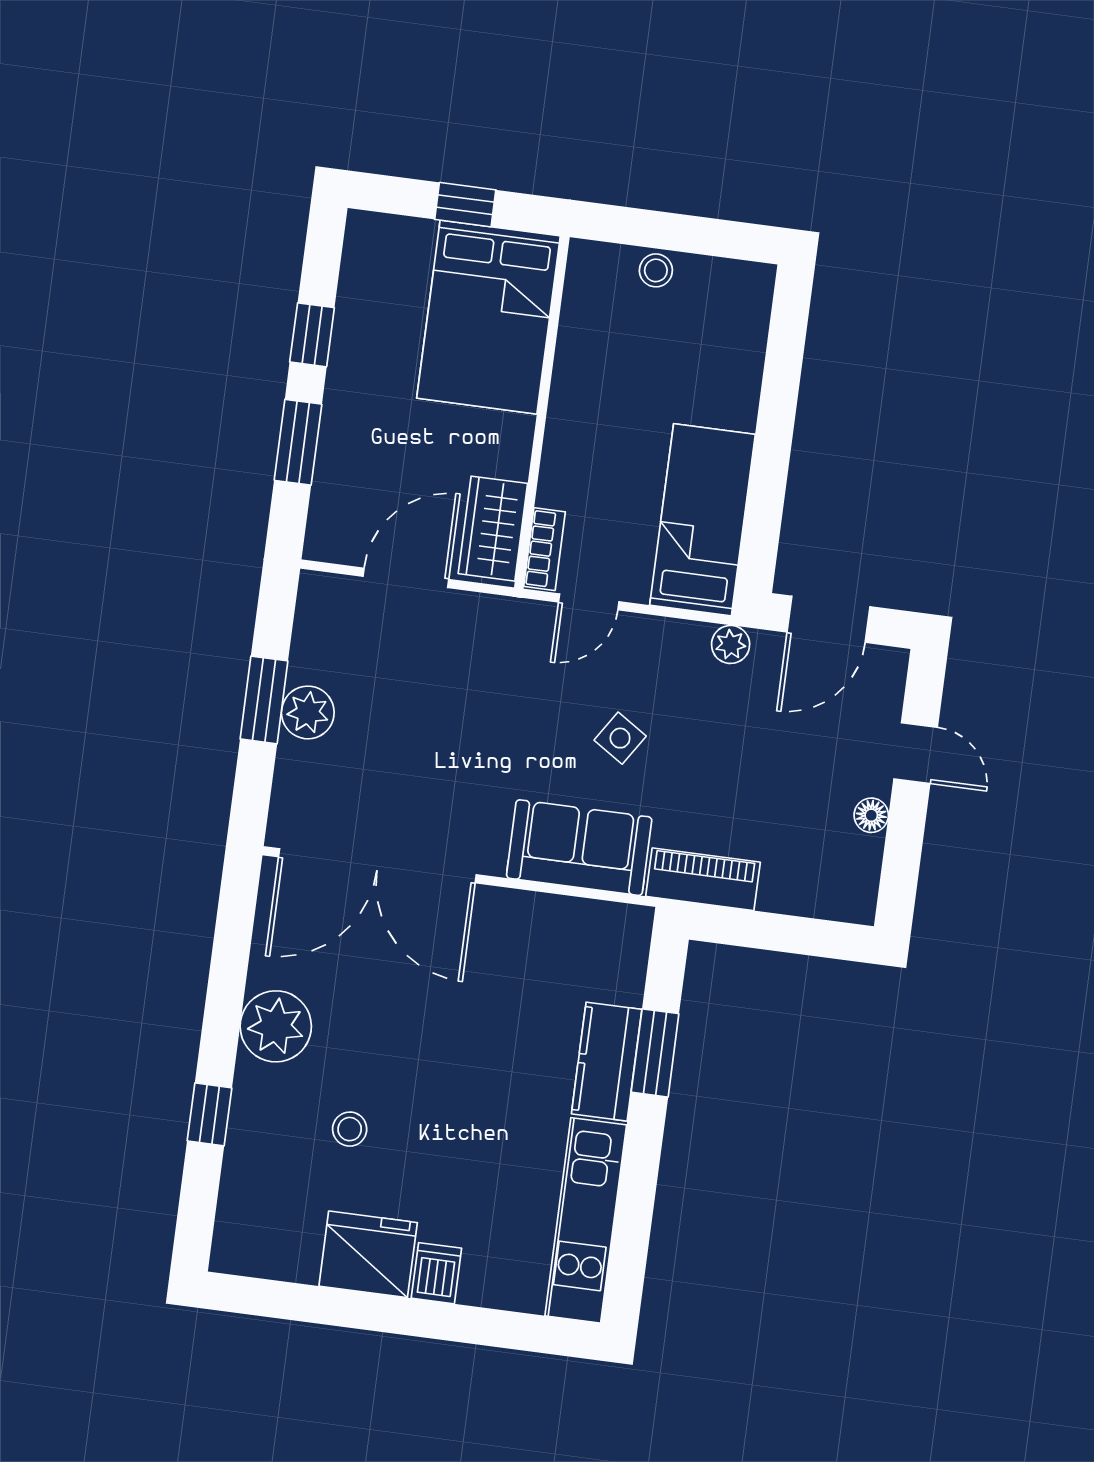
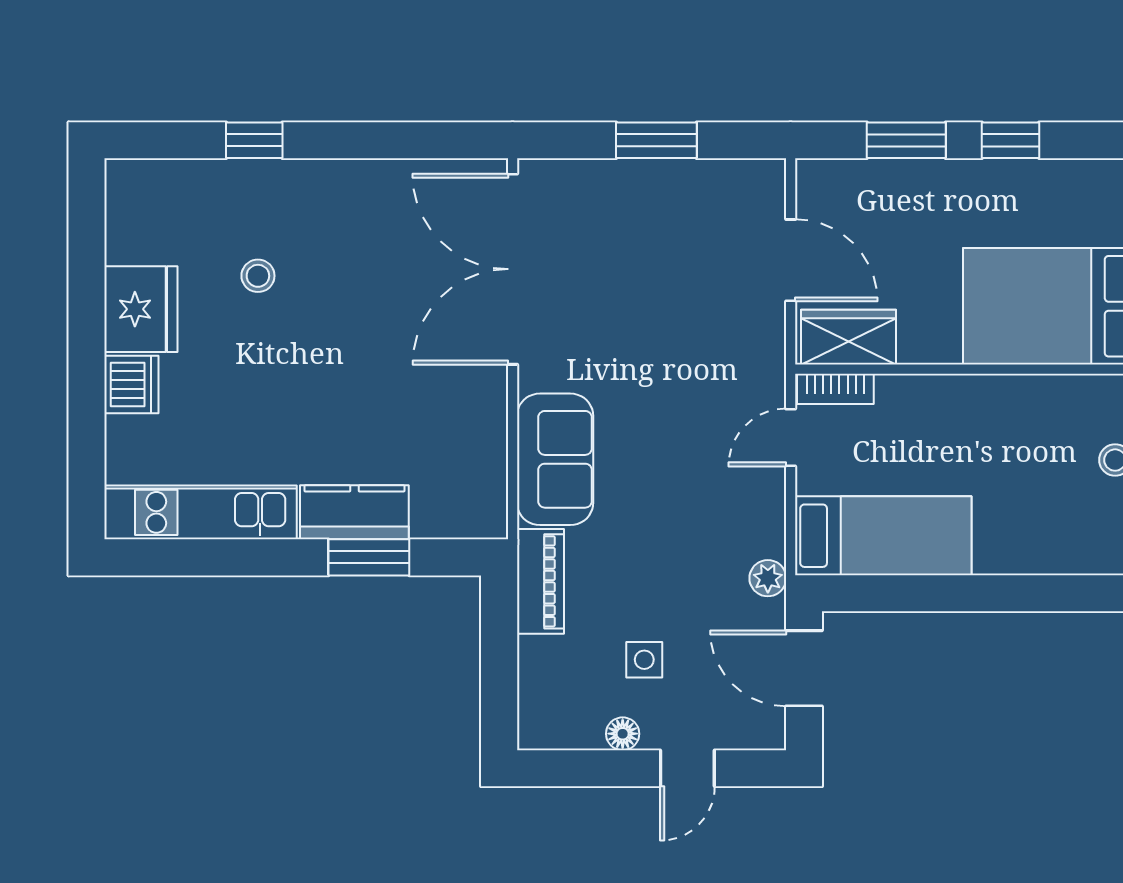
door: (589, 602) -> (791, 438), hinge flipped
plant: (308, 712) -> (650, 184), removed
side table: (620, 738) -> (644, 660), moved, turned -33
plant: (276, 1026) -> (347, 192), removed
dishwasher: (436, 1273) -> (131, 385), width x1.38

